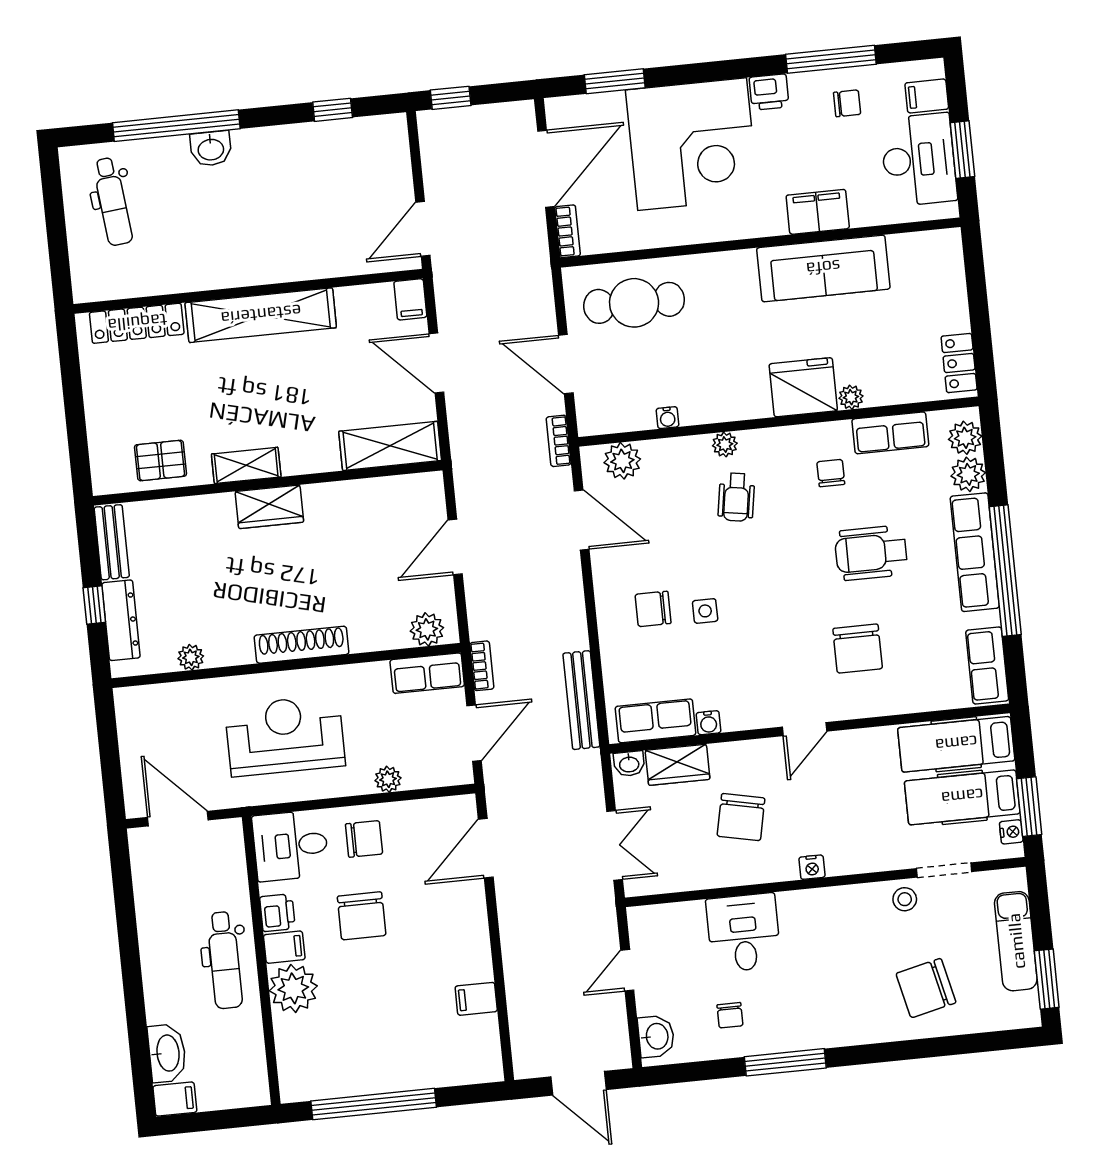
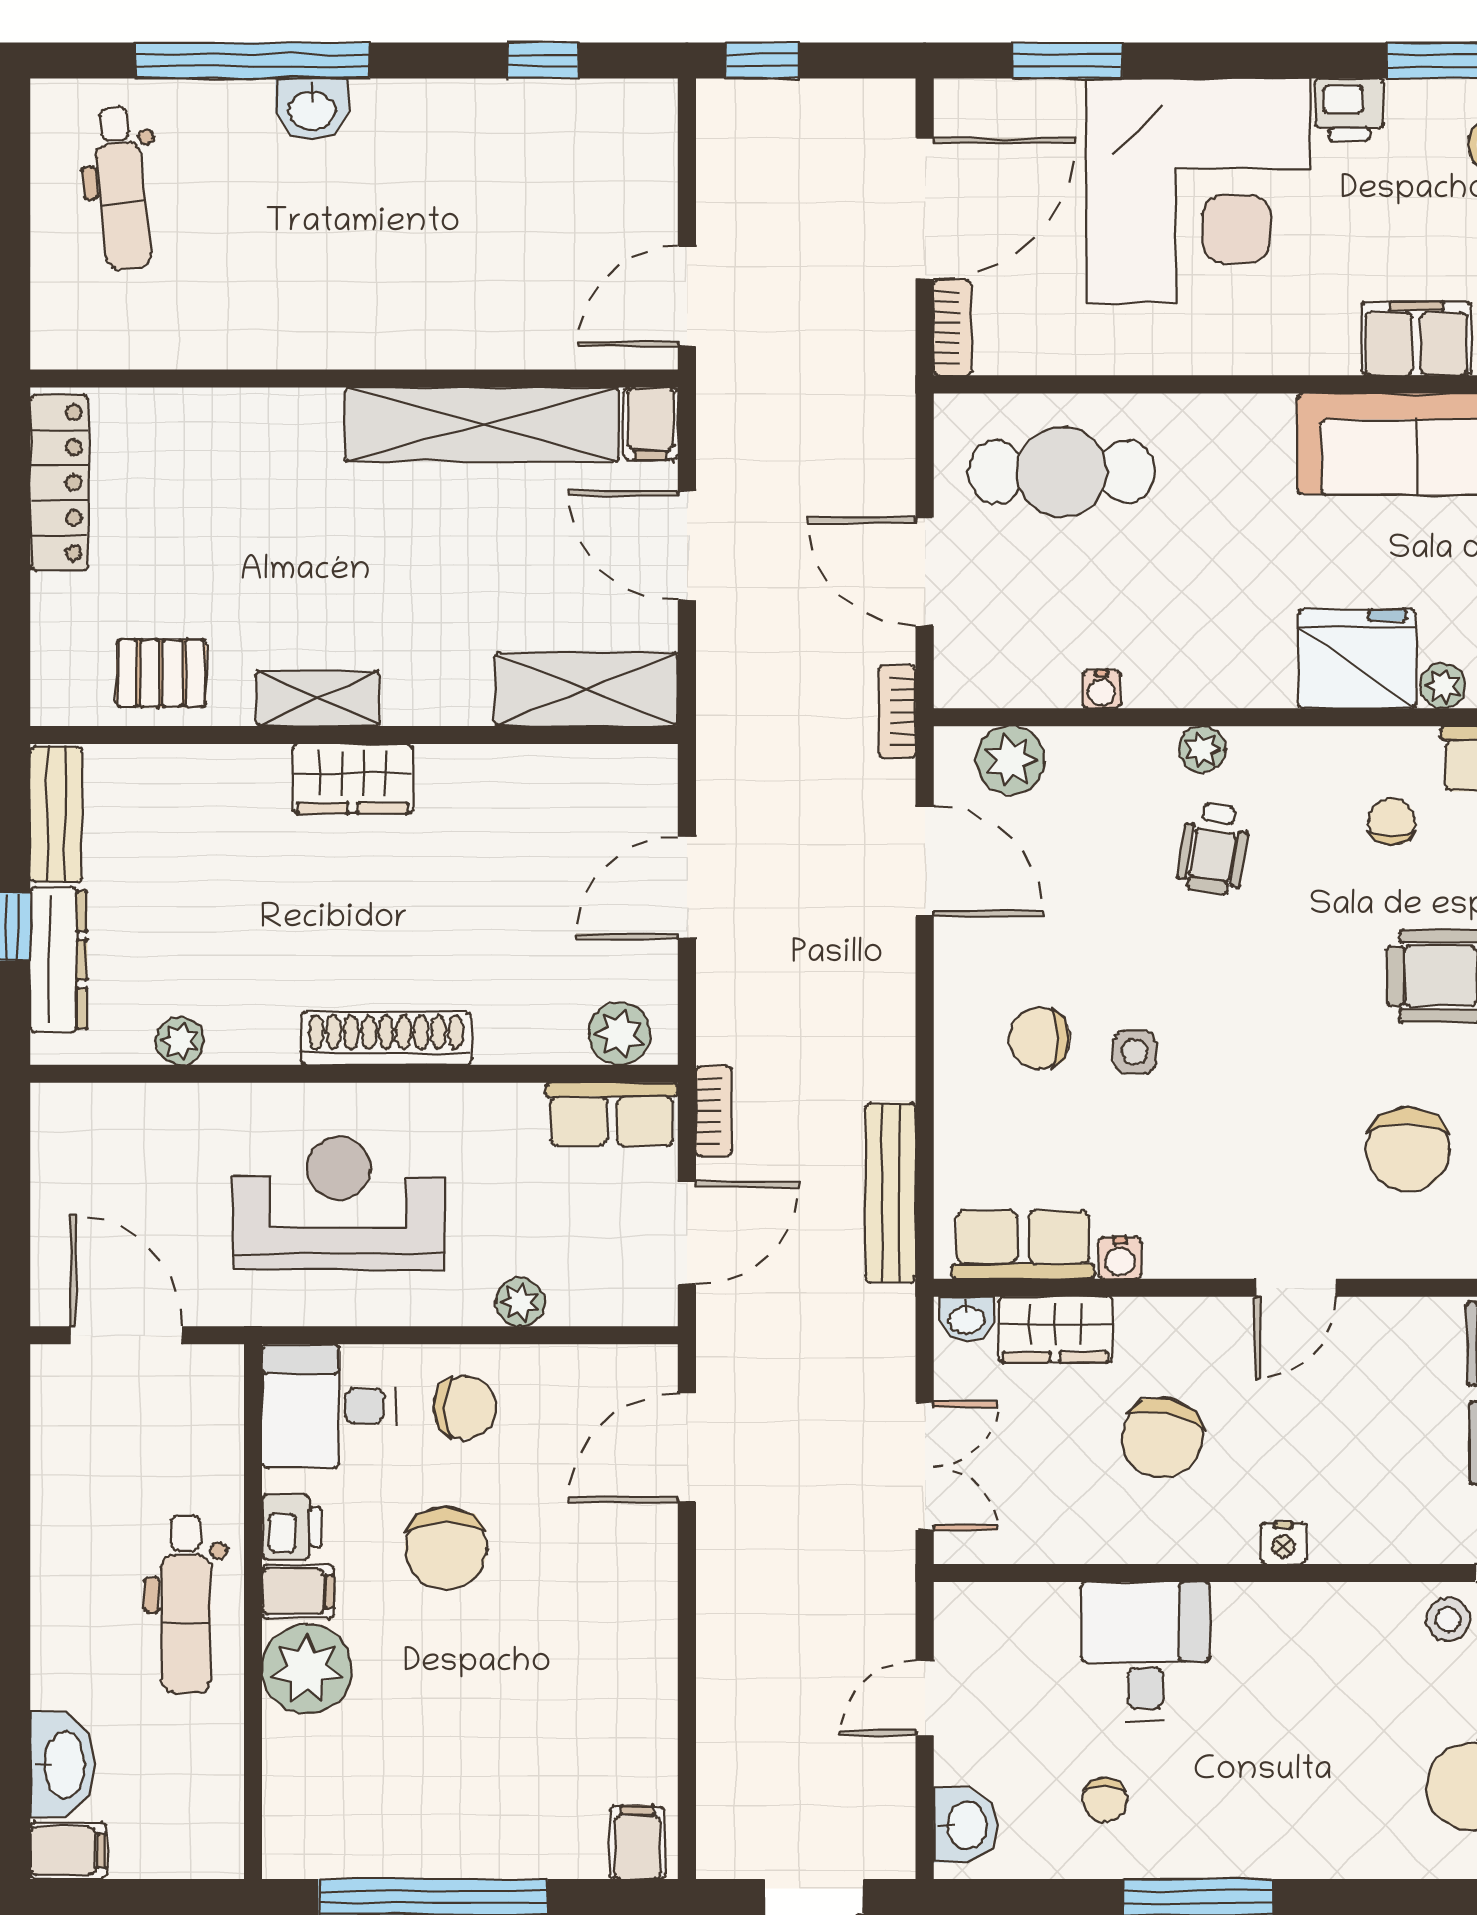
shelving: (261, 315) -> (482, 425), moved
locker: (137, 323) -> (59, 483), moved, turned -90
filing cabinet: (476, 999) -> (637, 1842), moved, turned 90

